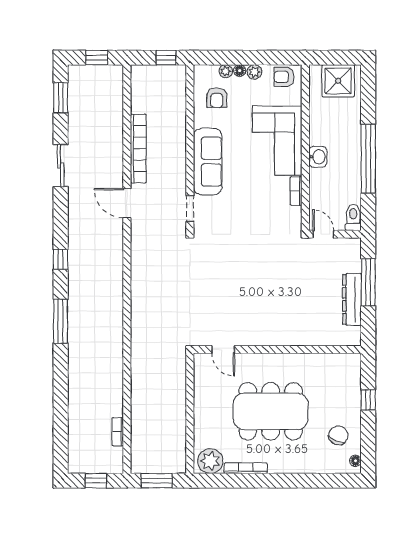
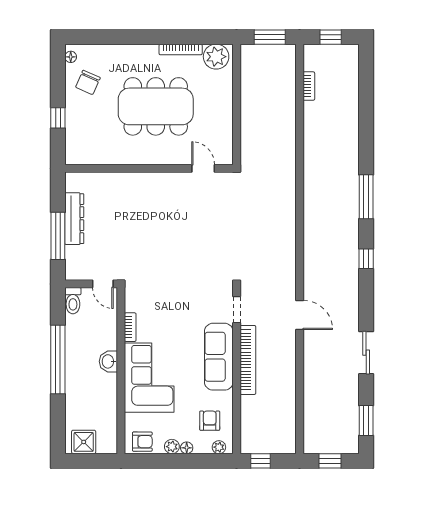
plant: (226, 71) -> (219, 447), moved
shower: (338, 81) -> (84, 442), width x0.73, depth x0.73
bookcase: (138, 148) -> (248, 360), moved, turned 180

